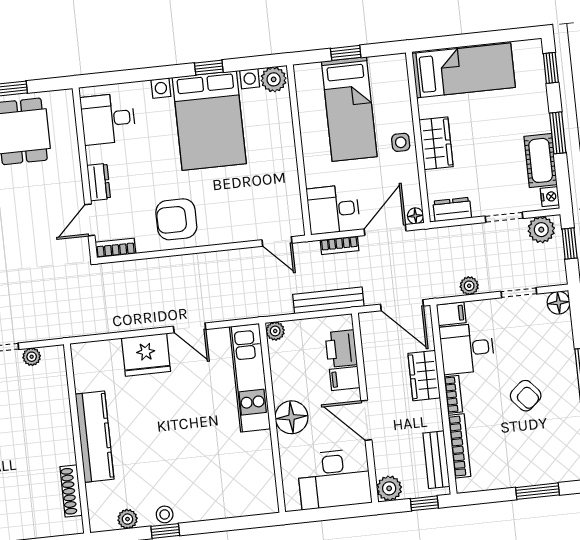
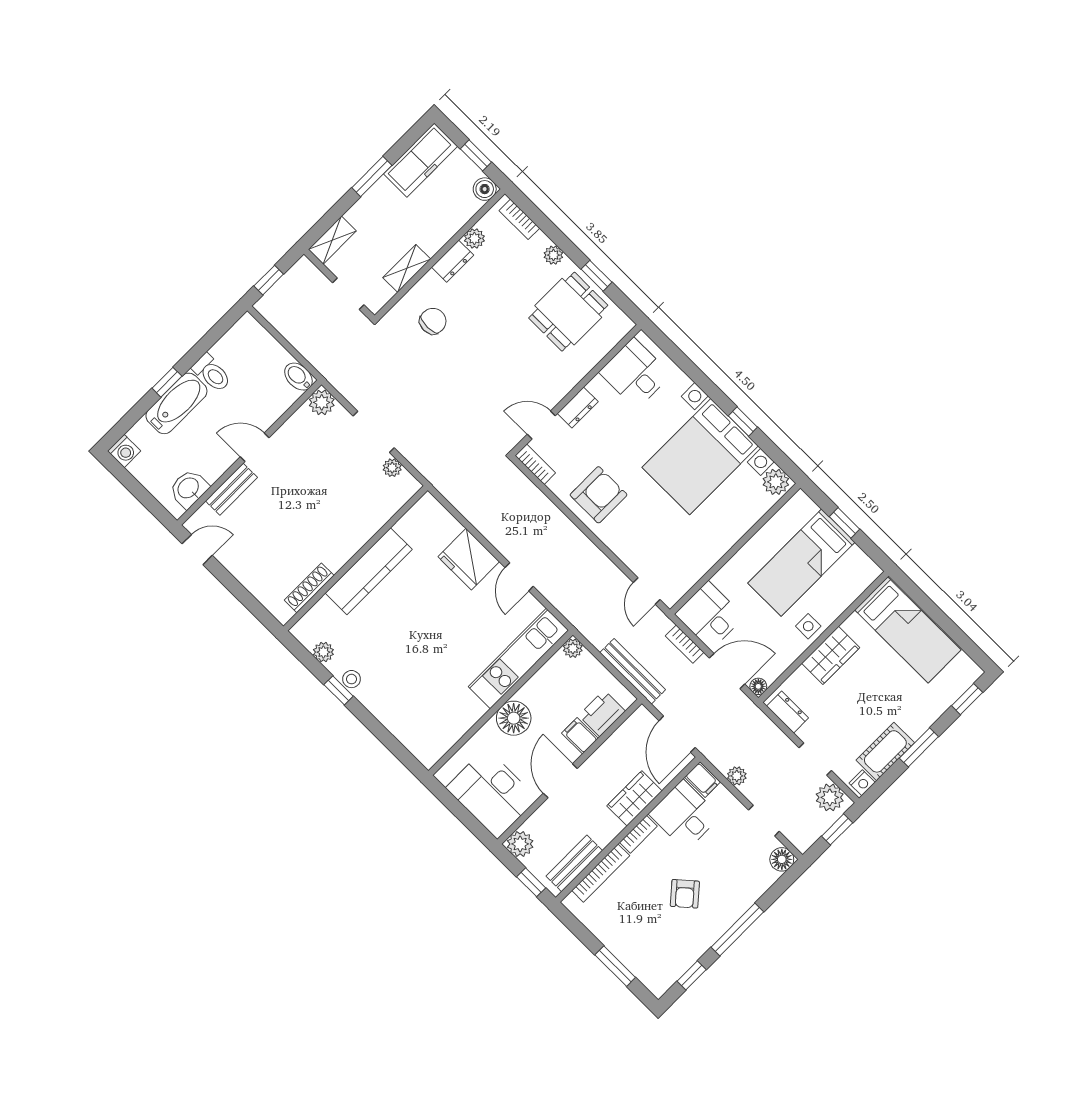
armchair: (176, 219) -> (599, 495), turned 90

